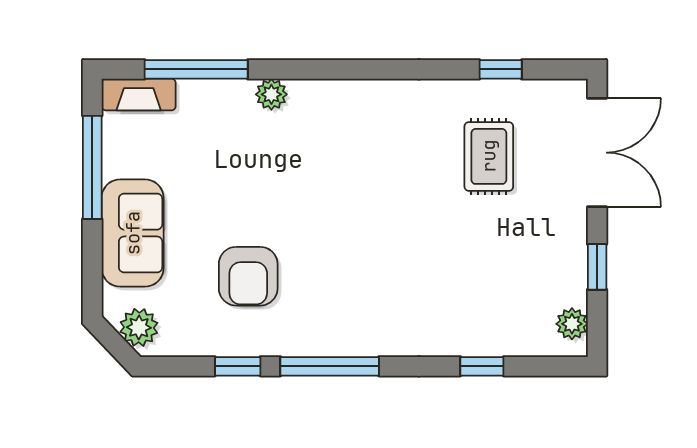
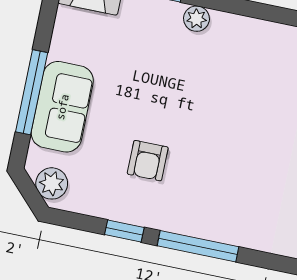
window: (92, 167) -> (32, 92), moved
armchair: (248, 276) -> (148, 161), width x0.72, depth x0.72

